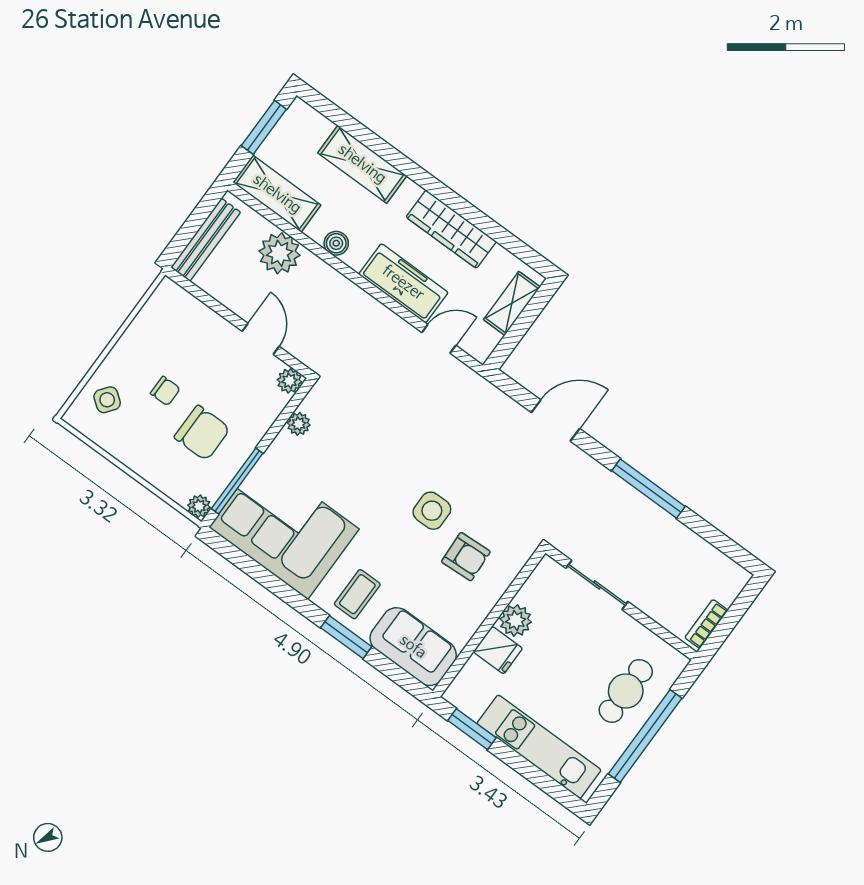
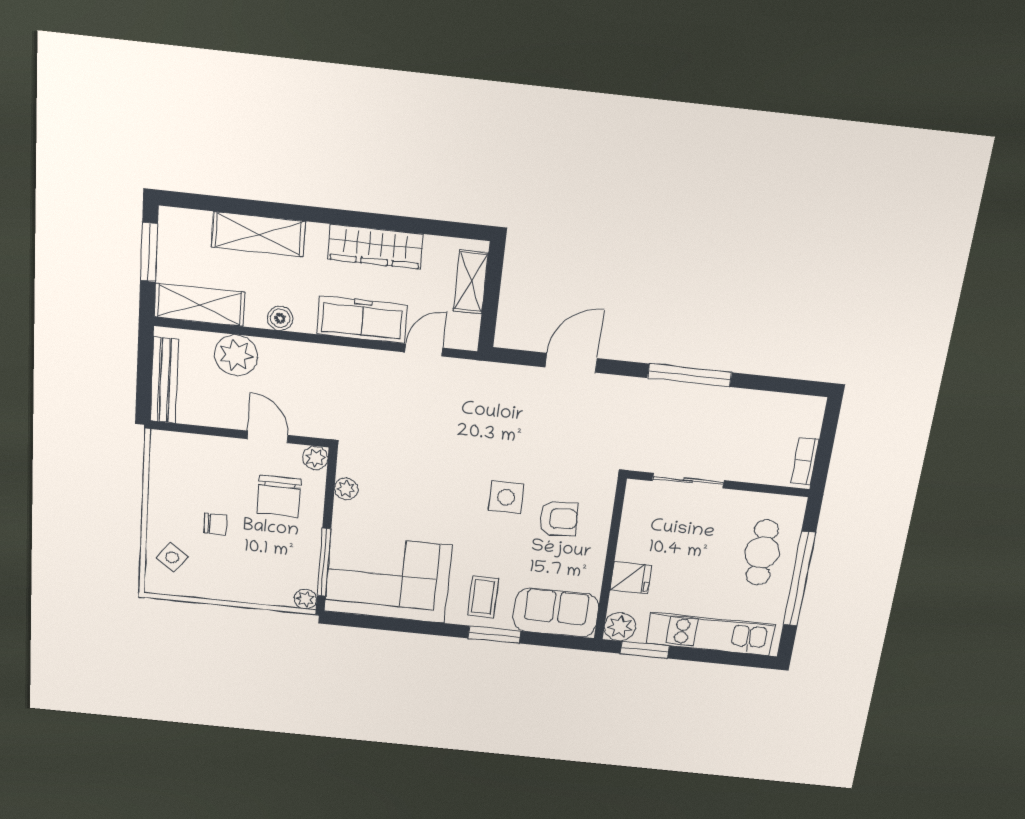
chair: (202, 433) -> (279, 496), moved, turned 90
plant: (516, 620) -> (620, 627), moved

